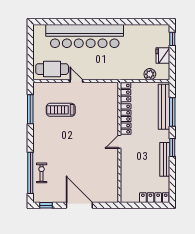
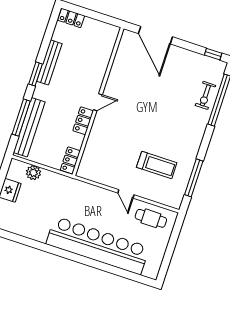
cafe table: (52, 69) -> (151, 218), width x0.73, depth x0.74
locker: (126, 119) -> (83, 121), width x0.66
locker: (154, 198) -> (71, 18), width x0.66
door: (79, 205) -> (155, 35), moved

